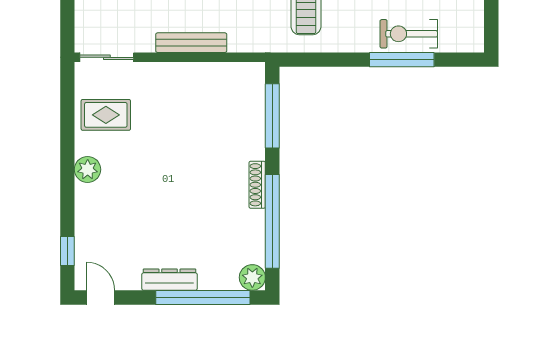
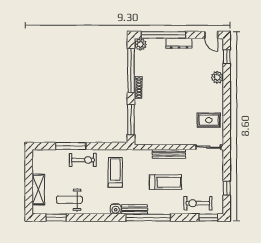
exercise bike: (409, 34) -> (83, 160), moved
plant: (88, 169) -> (217, 77), moved

